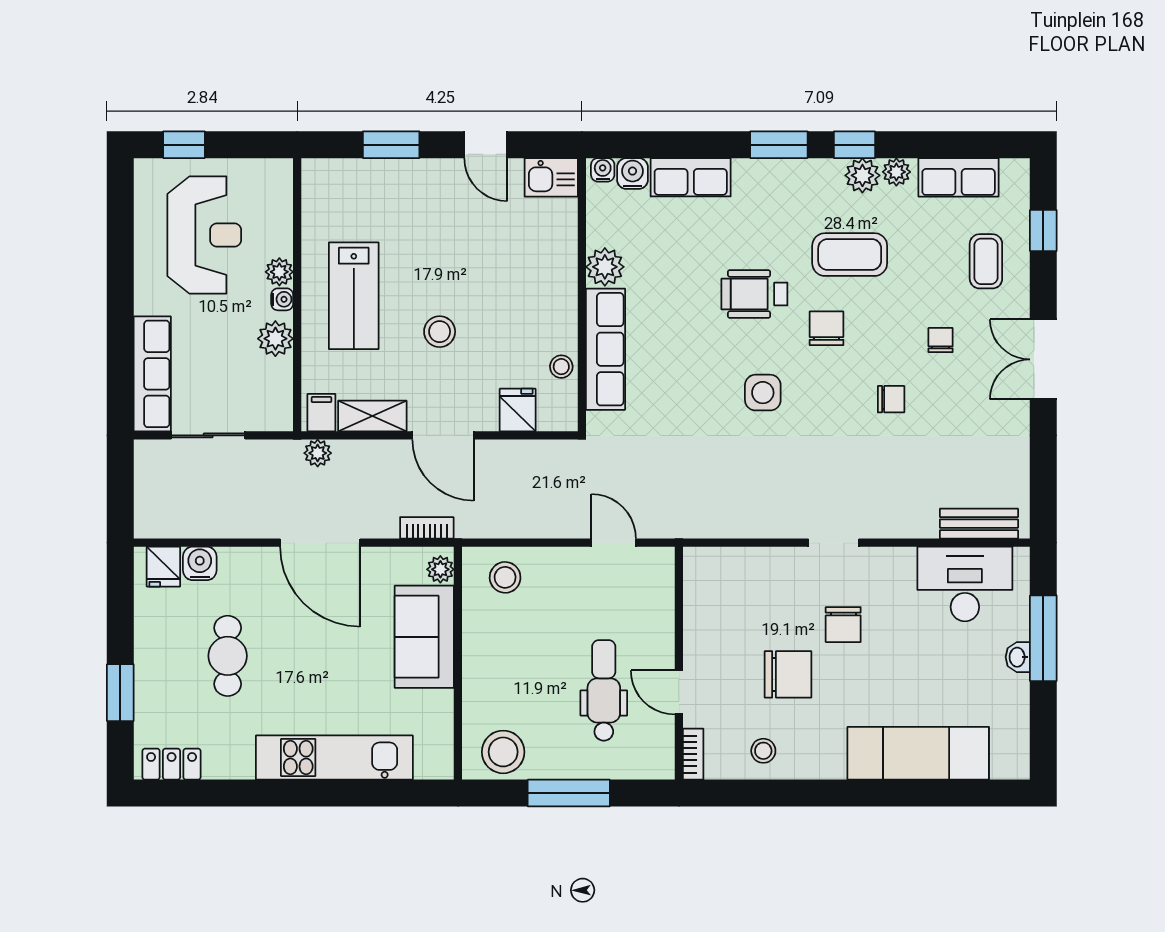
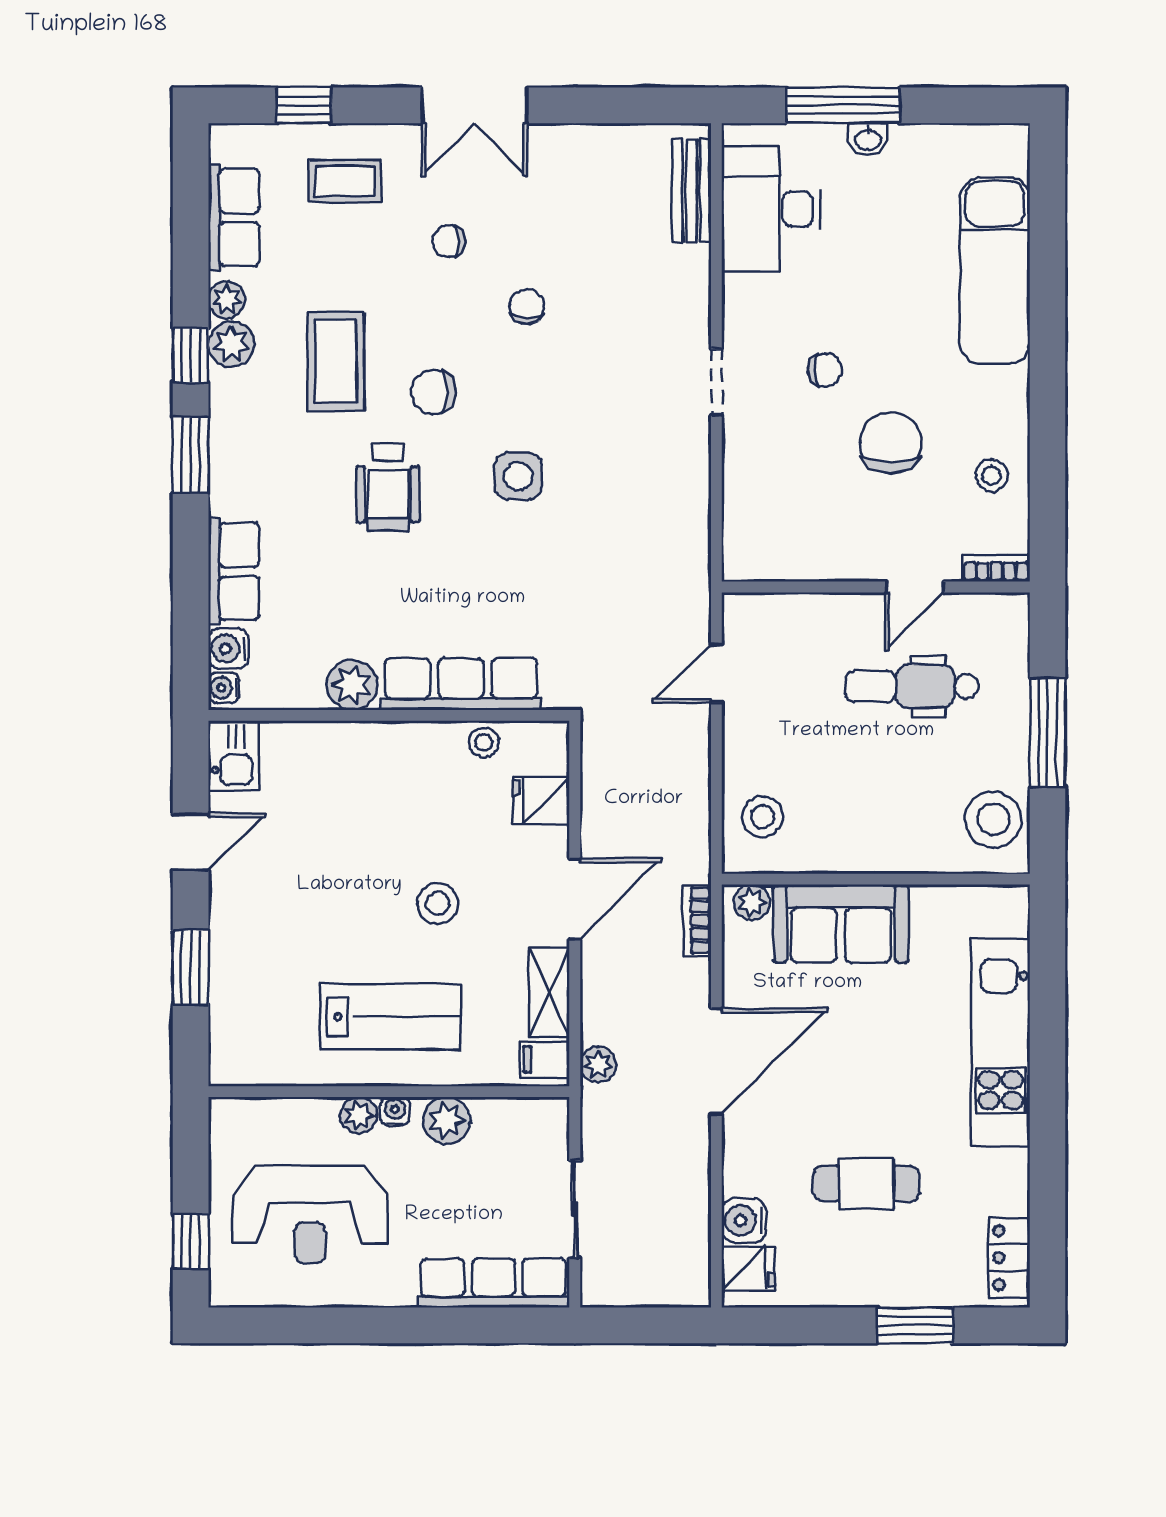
reception desk: (204, 235) -> (310, 1214), turned 180
chair: (843, 625) -> (825, 370), width x0.73, depth x0.73

